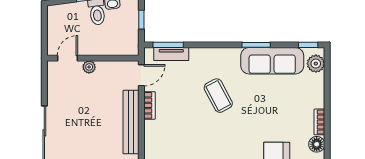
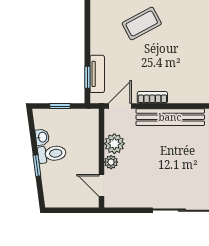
window: (168, 45) -> (87, 77), width x0.67
plant: (106, 70) -> (114, 144), added
door: (141, 75) -> (120, 106), hinge flipped

